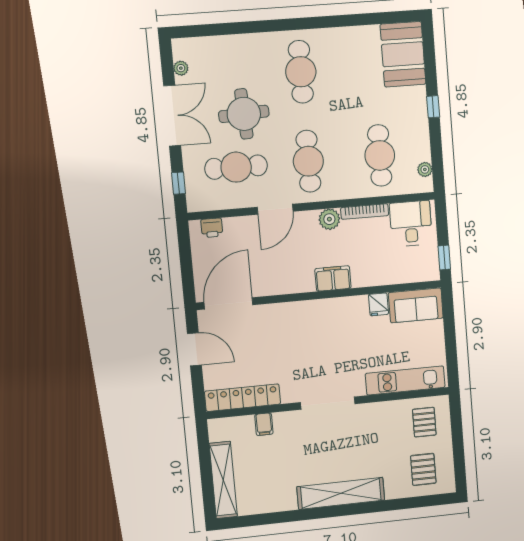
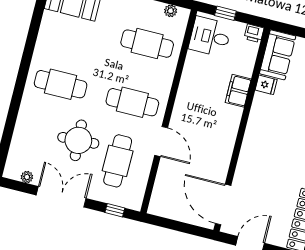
bookcase: (365, 212) -> (188, 71), removed
plant: (329, 219) -> (184, 101), removed
printer: (212, 228) -> (254, 33), moved, turned 90
window: (444, 258) -> (225, 13), moved
filing cabinet: (333, 278) -> (238, 91), moved

